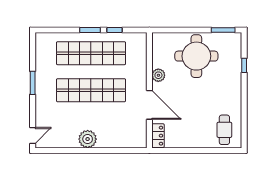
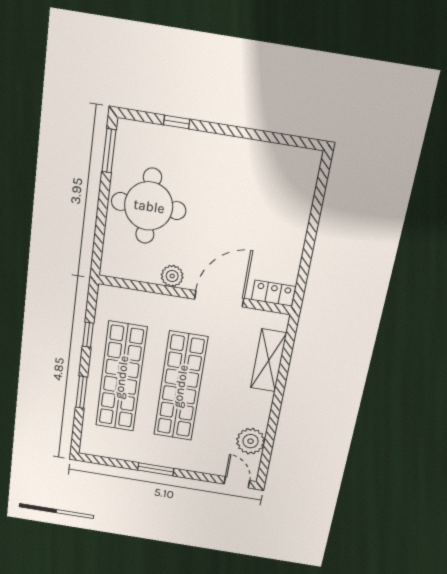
window: (90, 30) -> (82, 392), moved
cafe table: (224, 130) -> (285, 177), removed
plant: (88, 139) -> (251, 441), moved
shelving: (117, 140) -> (269, 360), added

